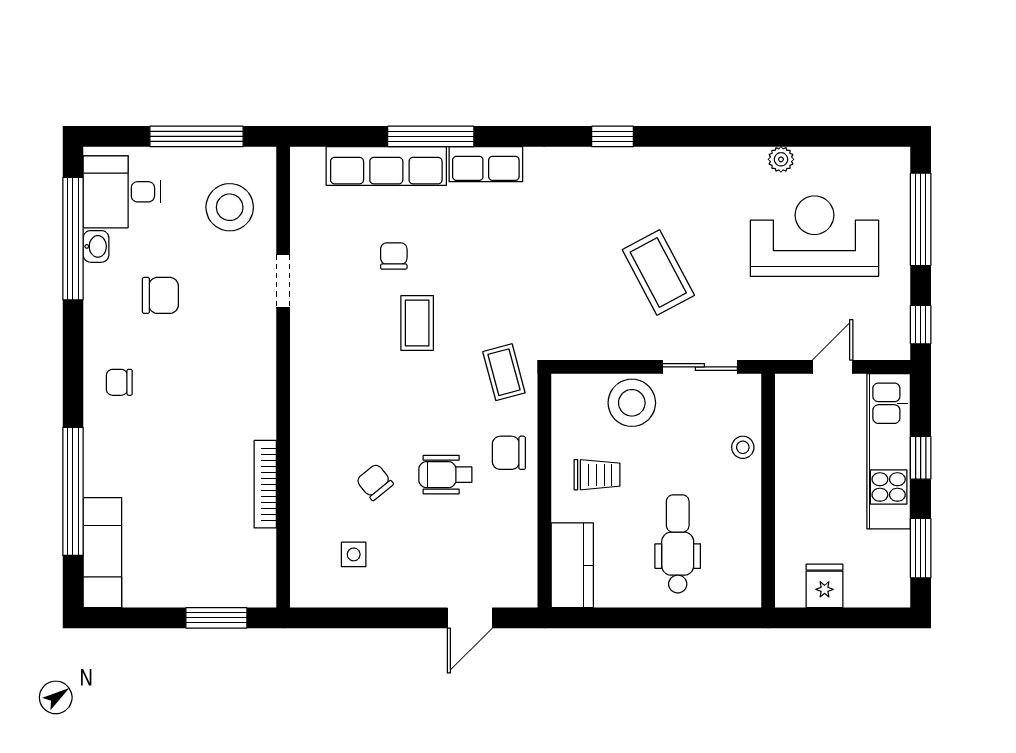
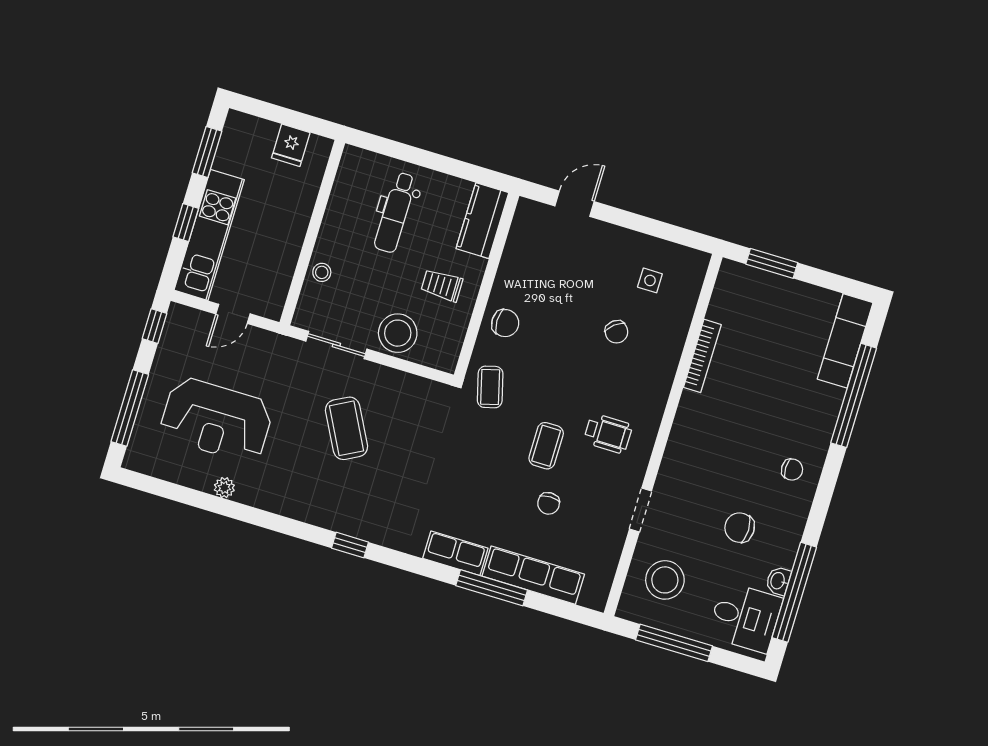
wheelchair: (445, 475) -> (608, 433), moved

